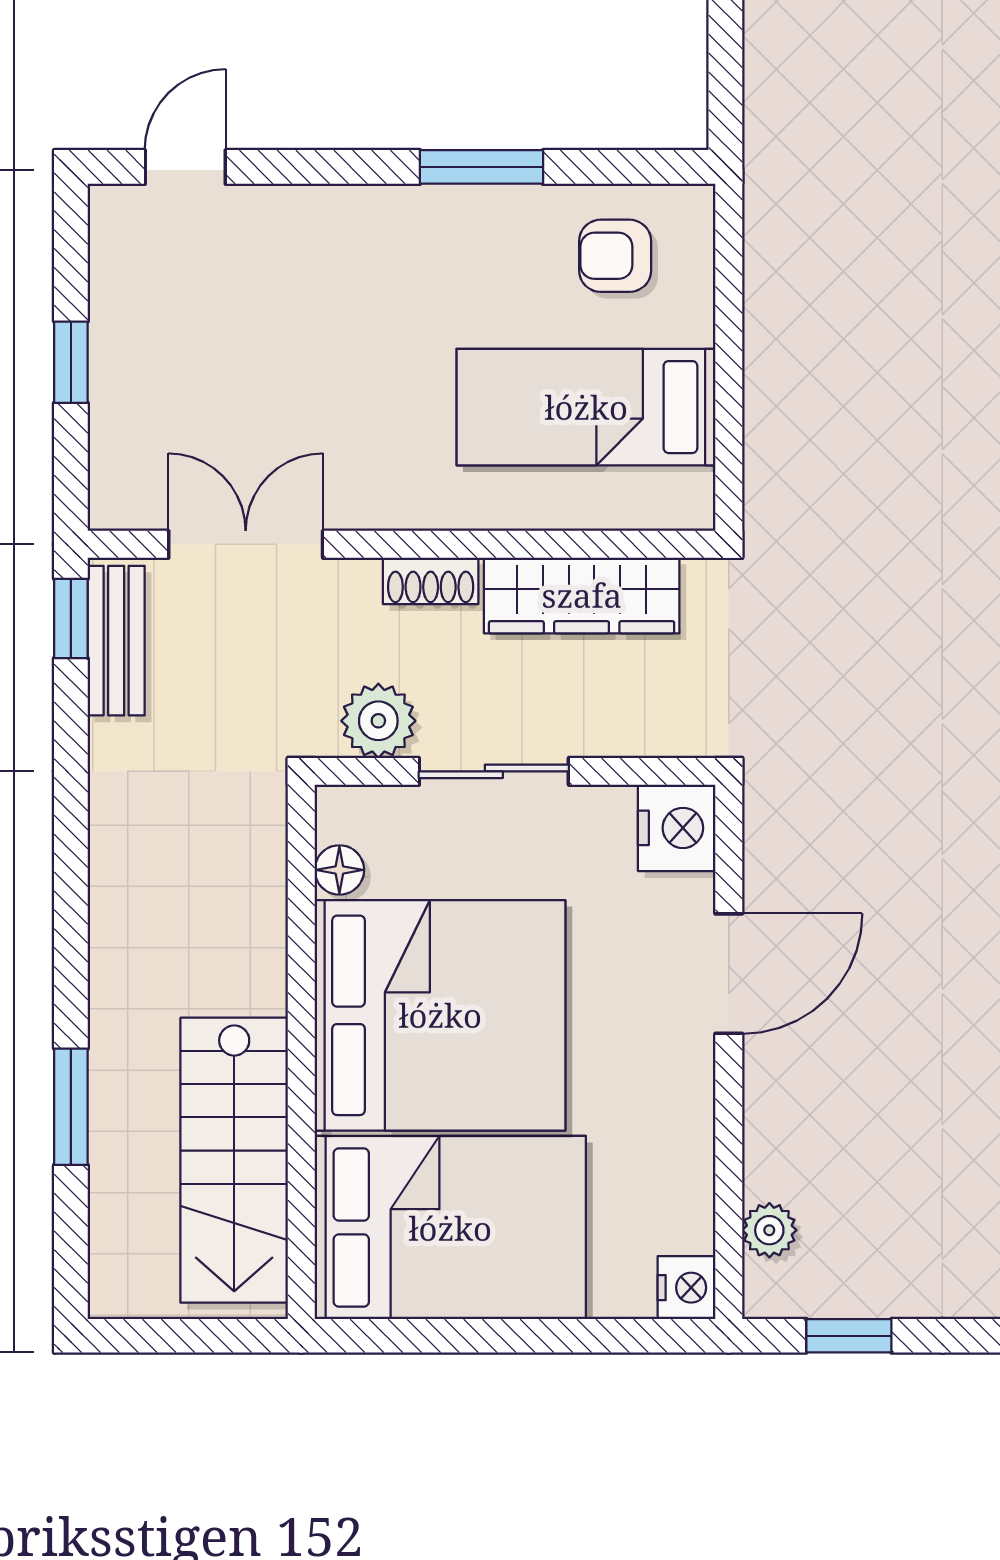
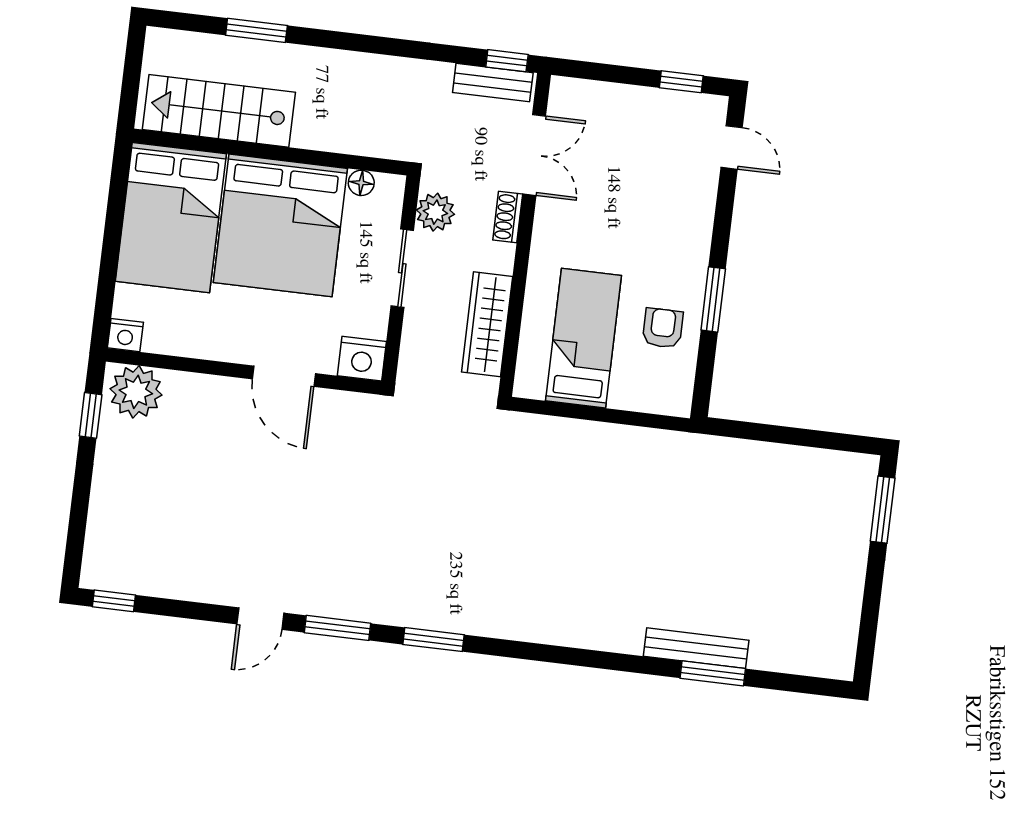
armchair: (615, 256) -> (663, 328), moved
window: (71, 362) -> (681, 82), moved
shoe rack: (431, 581) -> (508, 217), moved
plant: (769, 1230) -> (136, 392), width x1.87, depth x1.87

